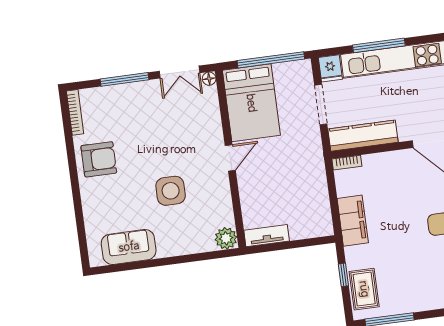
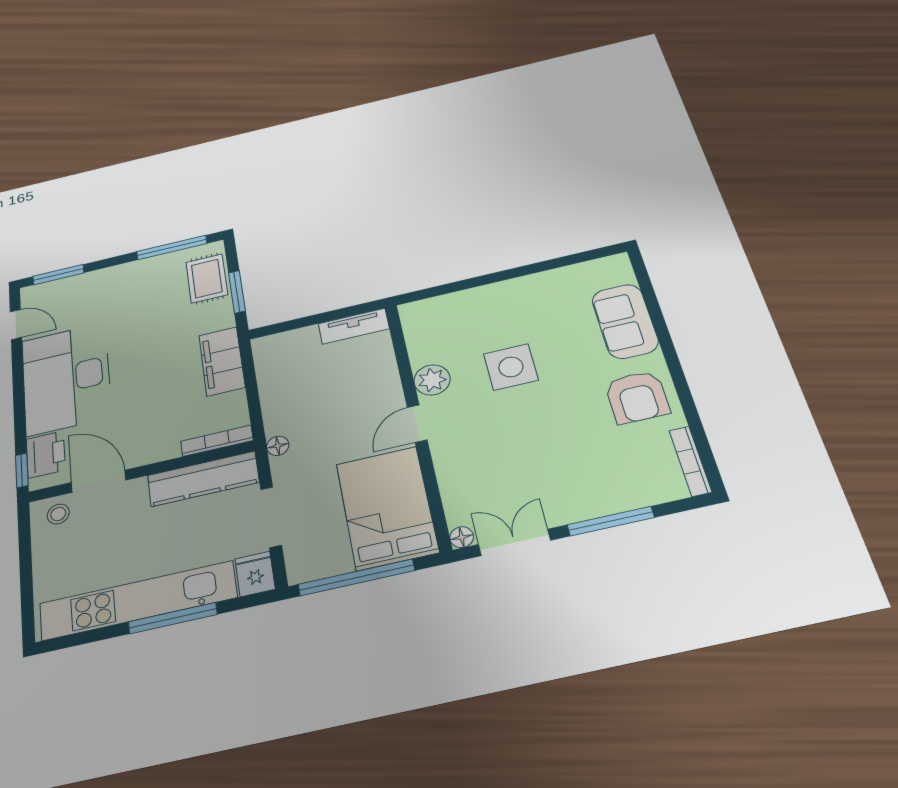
floor lamp: (316, 153) -> (278, 446), added
armchair: (99, 159) -> (637, 397), turned -90
bookcase: (347, 163) -> (217, 441), width x1.56
plant: (226, 238) -> (432, 380), moved
sofa: (129, 247) -> (625, 321), moved, turned 90
window: (343, 275) -> (237, 292), width x1.50

